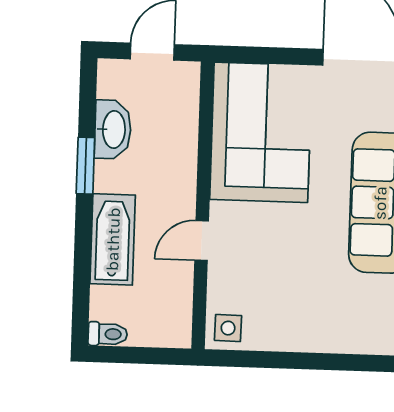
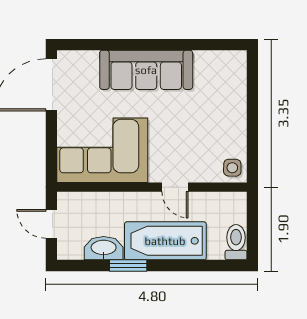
bathtub: (113, 239) -> (165, 241), width x1.36, depth x1.36
toilet: (108, 334) -> (236, 242), width x1.37, depth x1.39

